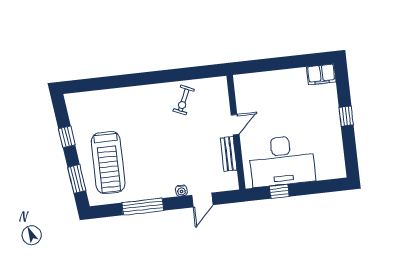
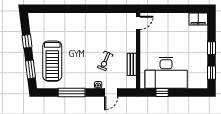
exercise bike: (184, 100) -> (105, 61), moved
door: (235, 125) -> (138, 23), moved
window: (350, 153) -> (211, 73), added

